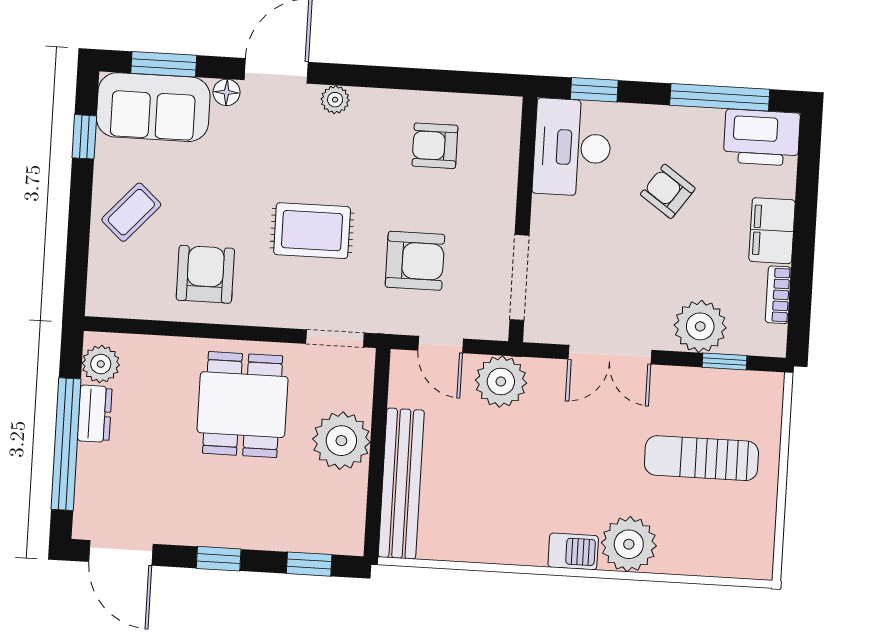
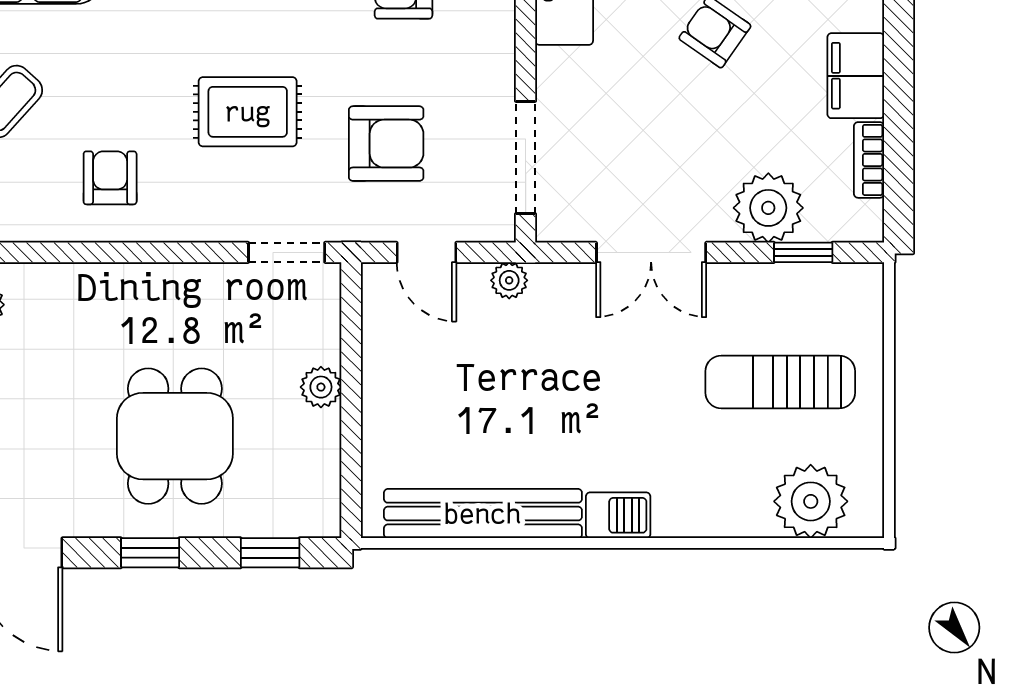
armchair: (205, 274) -> (110, 178), width x0.72, depth x0.72
plant: (501, 381) -> (509, 280), width x0.53, depth x0.53
dining table: (243, 405) -> (175, 436), moved
plant: (341, 441) -> (321, 387), width x0.53, depth x0.53
bench: (401, 484) -> (483, 514), moved, turned 90
plant: (629, 544) -> (811, 501), moved

